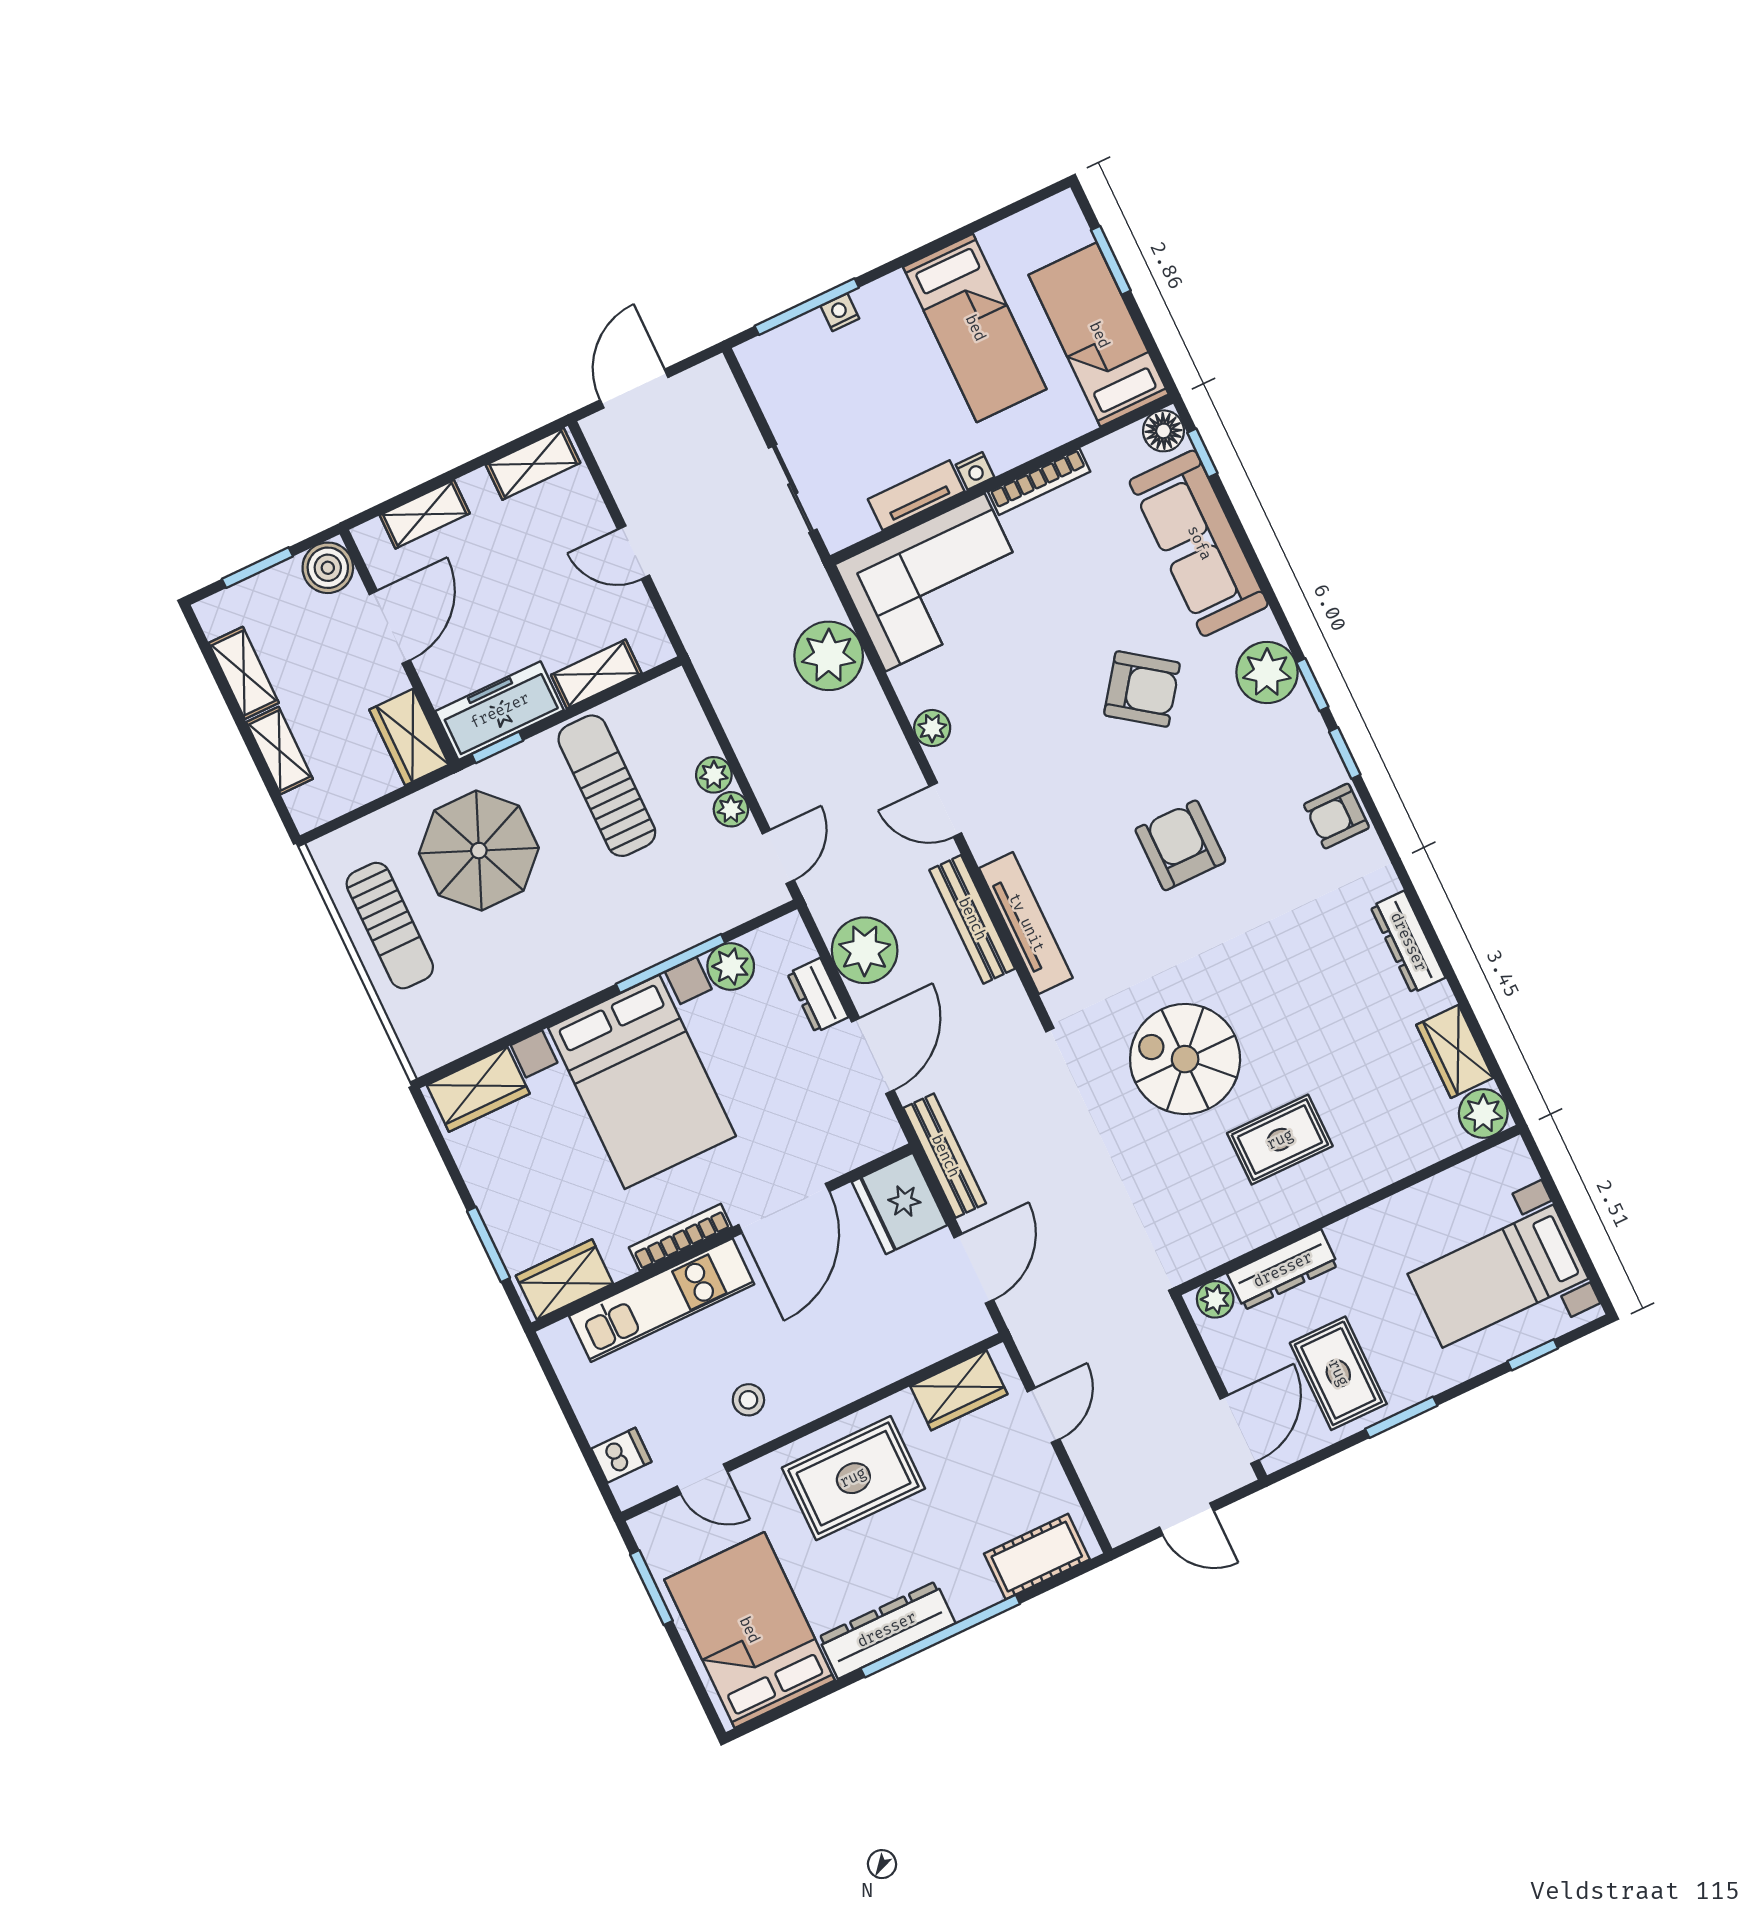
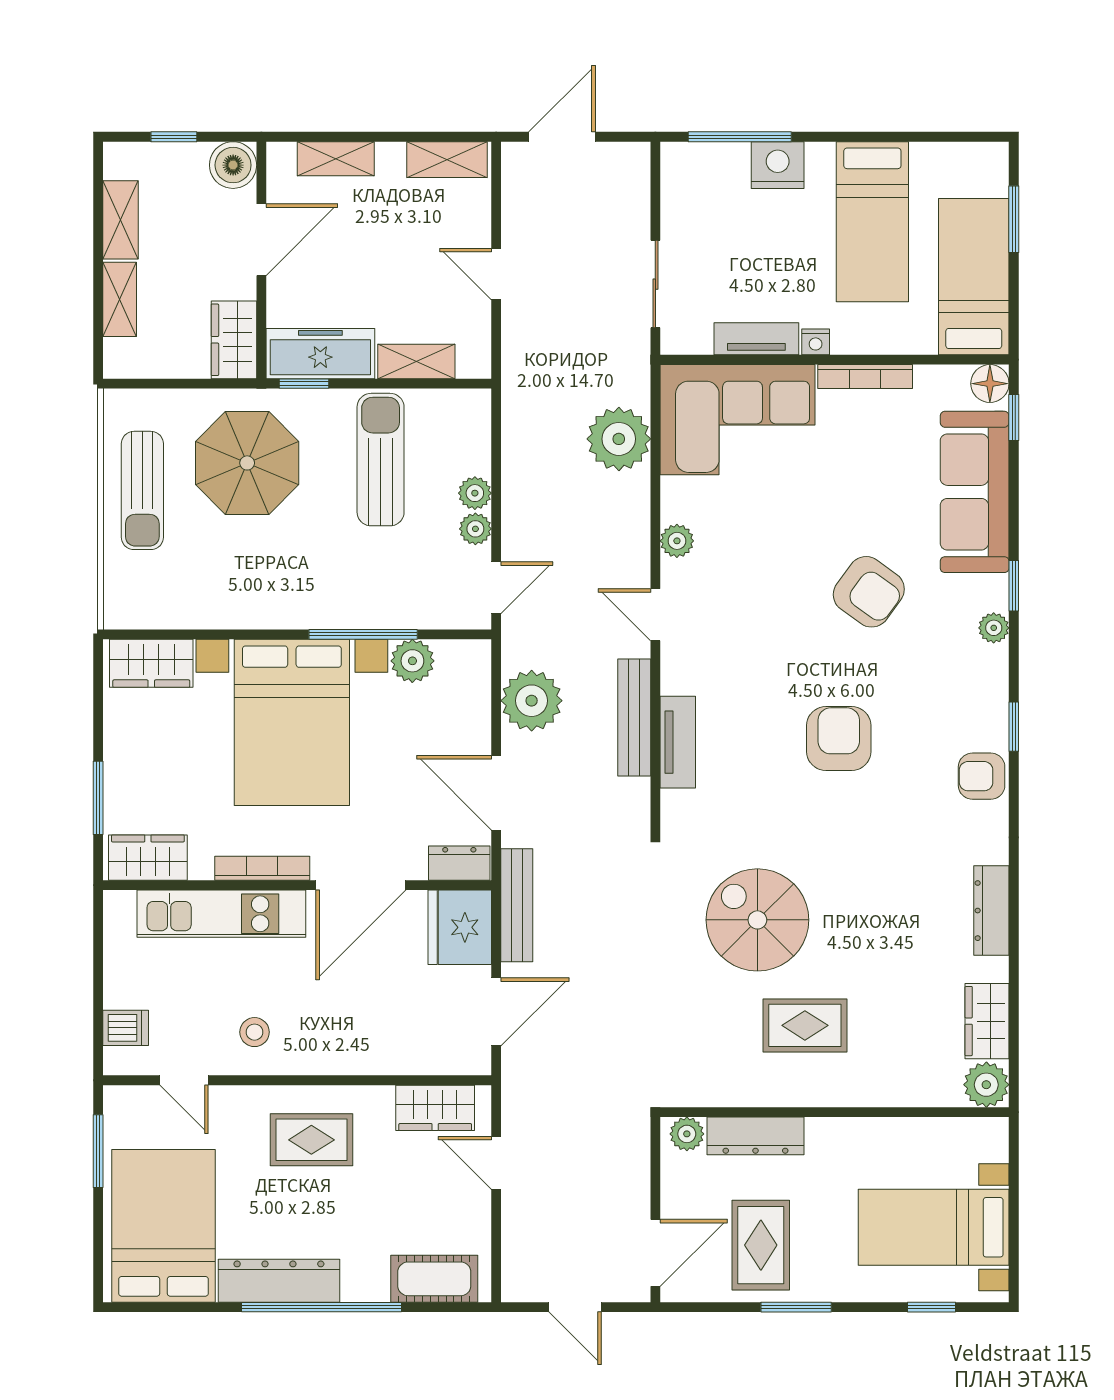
nightstand: (840, 312) -> (778, 165), width x1.89, depth x1.79
window: (257, 568) -> (174, 137), width x0.67
plant: (1267, 673) -> (994, 628), width x0.53, depth x0.53
window: (1312, 685) -> (1014, 586), moved
tv unit: (1026, 923) -> (678, 742), width x0.71
dresser: (818, 995) -> (459, 863), moved, turned 90
door: (873, 1056) -> (496, 793), swing flipped
door: (1043, 1415) -> (496, 1163), swing flipped
rug: (853, 1478) -> (311, 1140), width x0.73, depth x0.70

